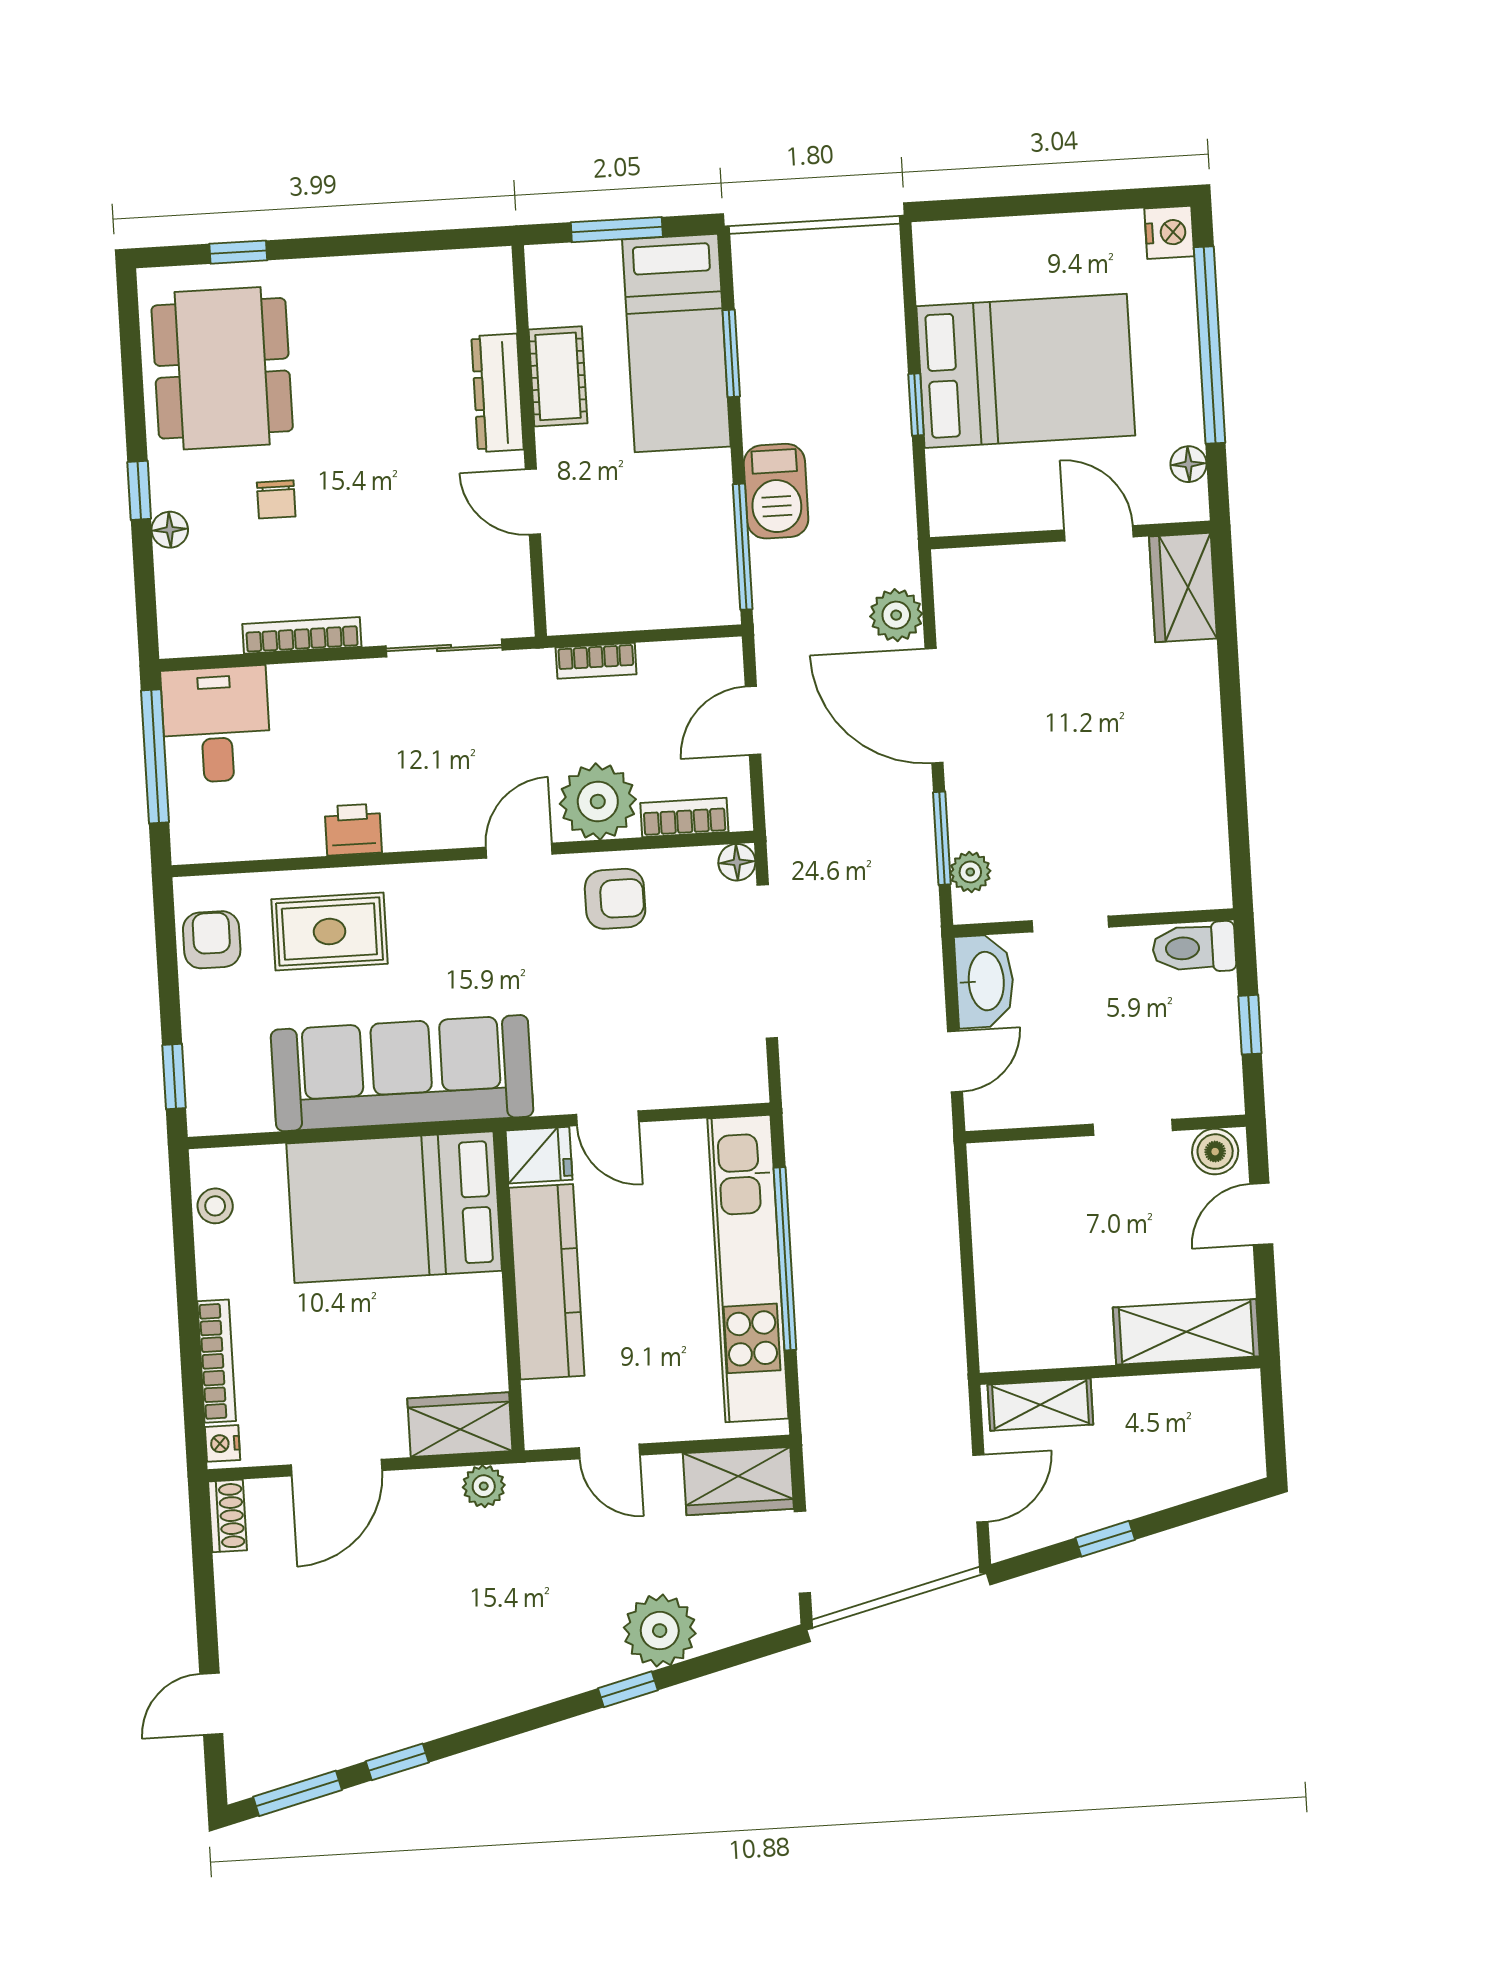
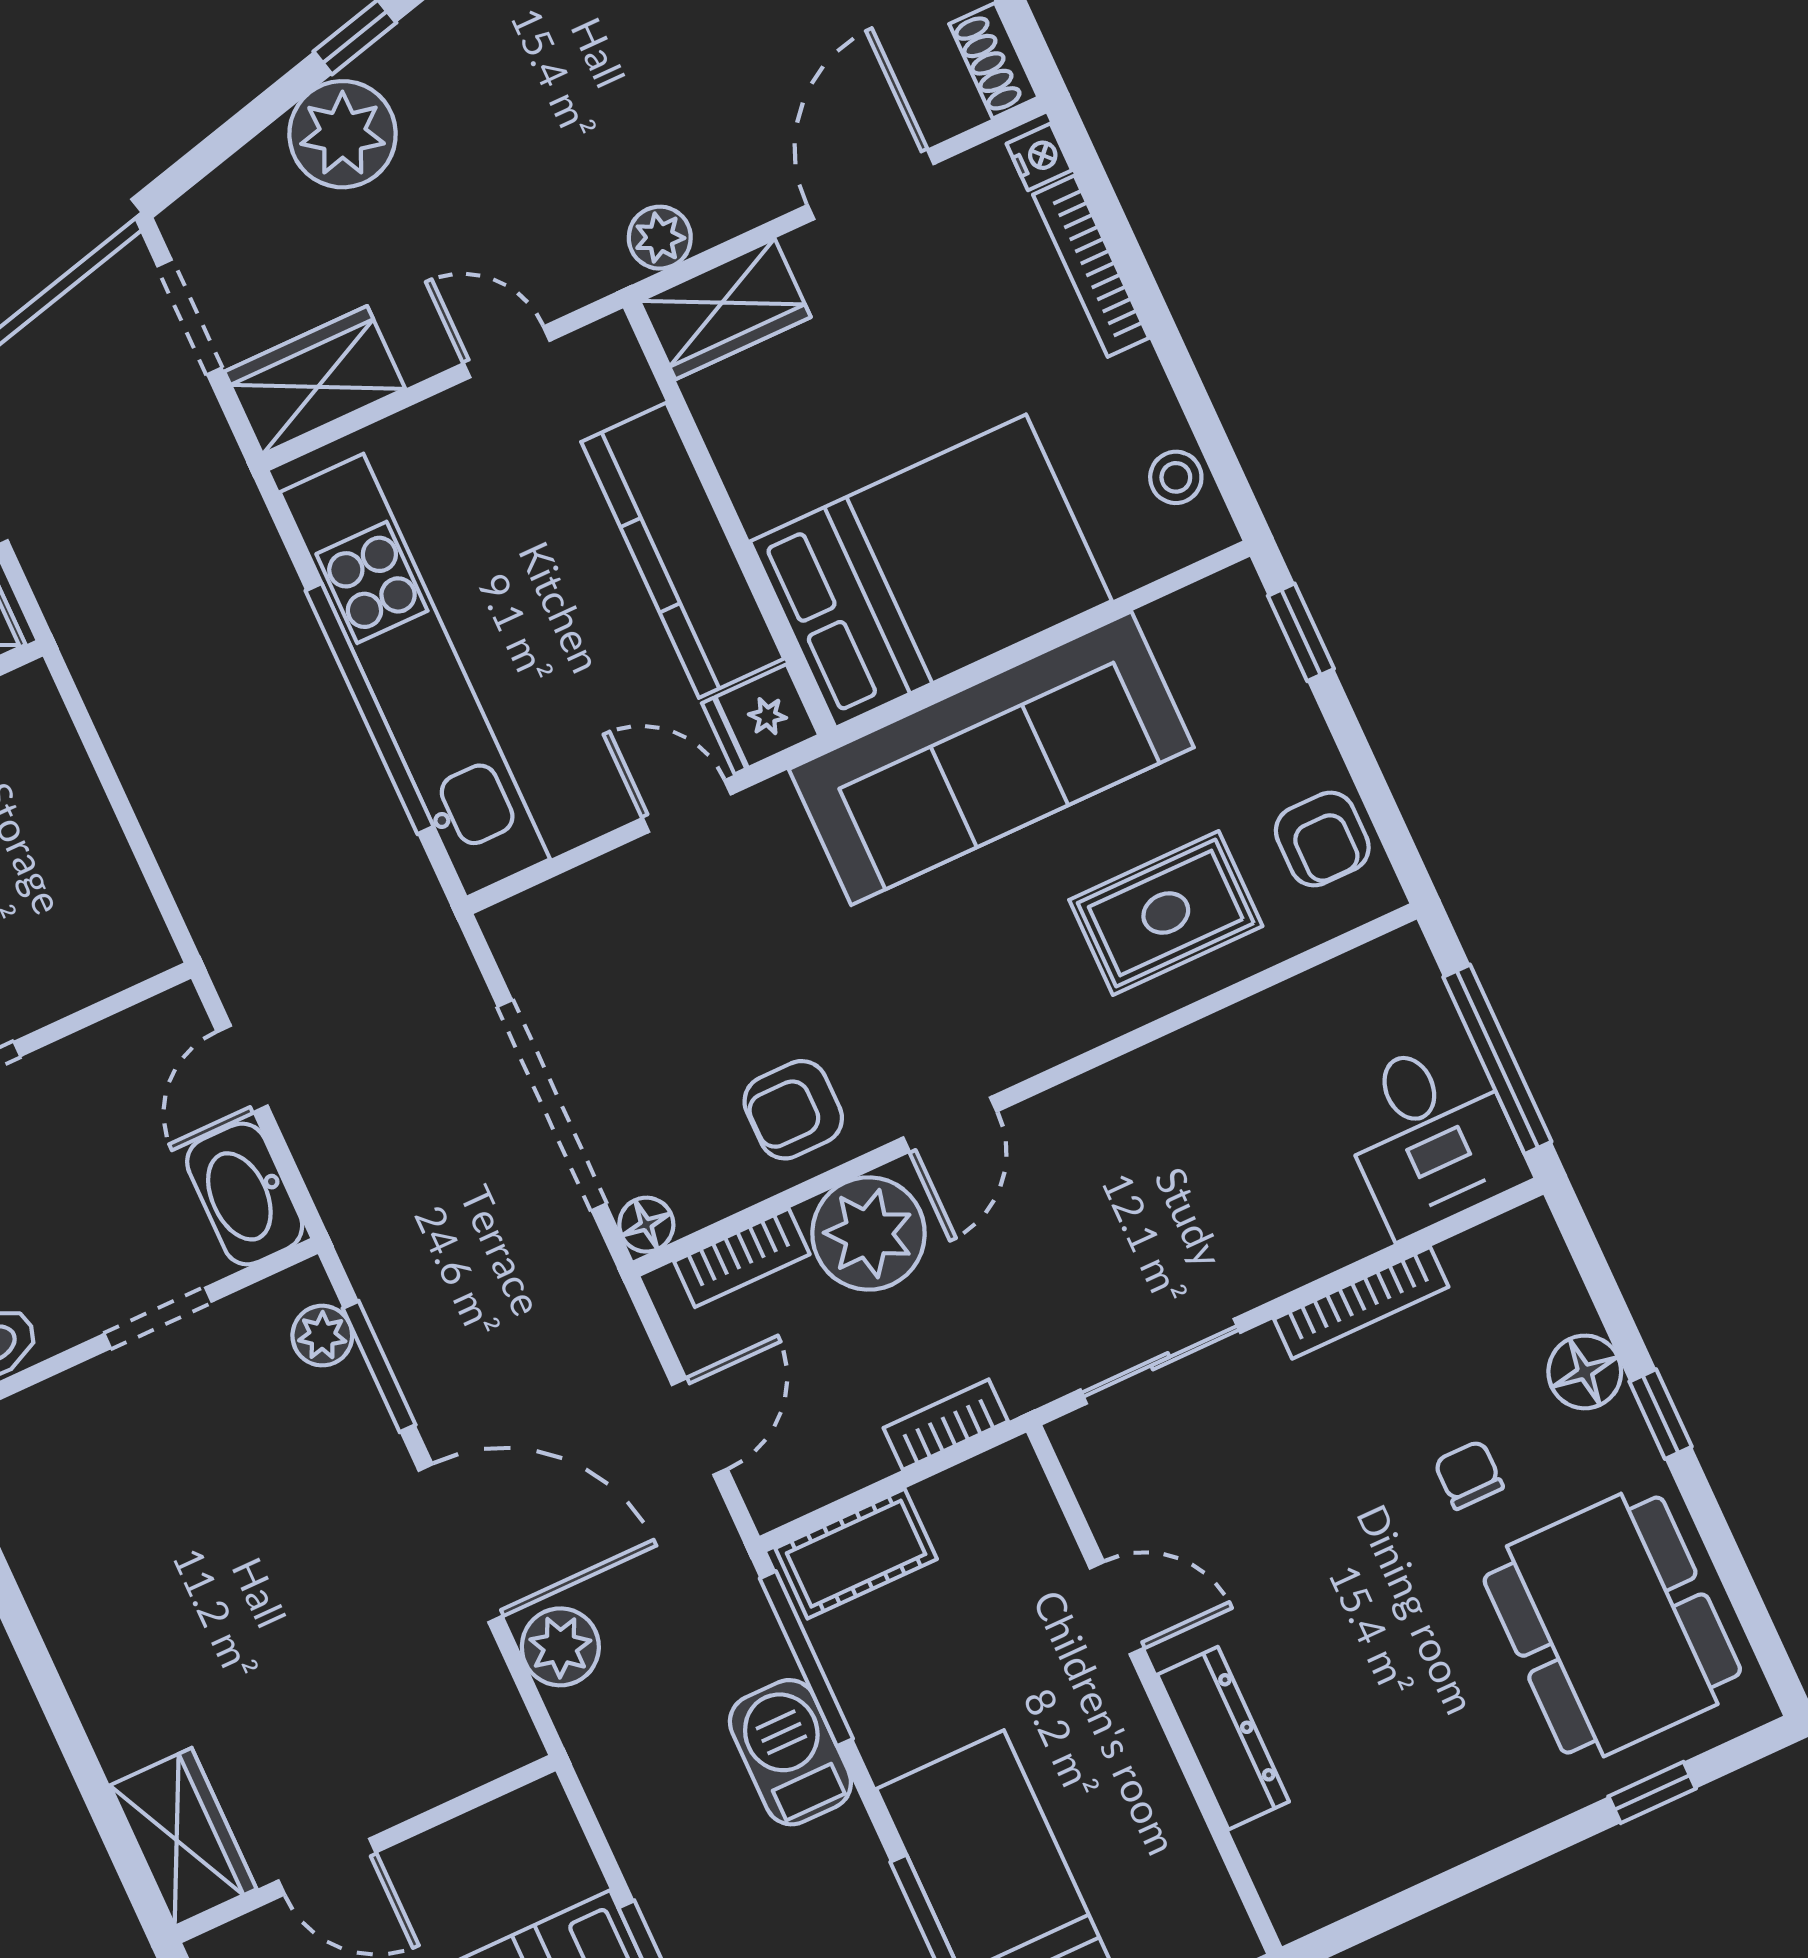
cot: (558, 376) -> (856, 1554), moved, turned 90
floor lamp: (170, 530) -> (1585, 1372), width x1.37, depth x1.37
printer: (353, 830) -> (1188, 1065), removed

